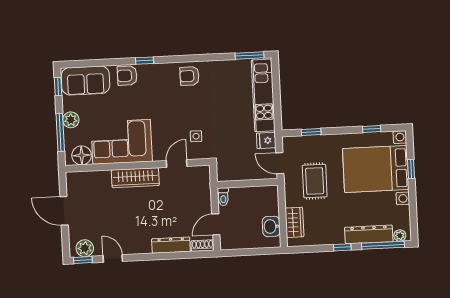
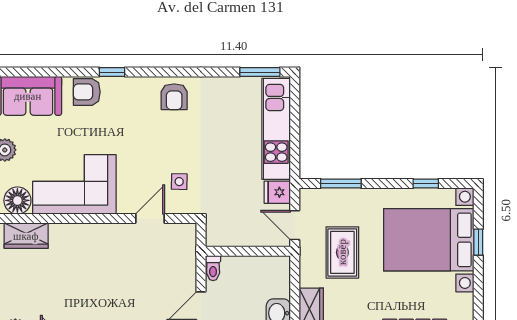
armchair: (190, 76) -> (174, 97), turned -90
window: (311, 132) -> (341, 183), width x1.50
wardrobe: (135, 178) -> (26, 236), moved, width x0.67

